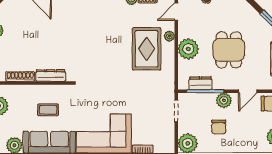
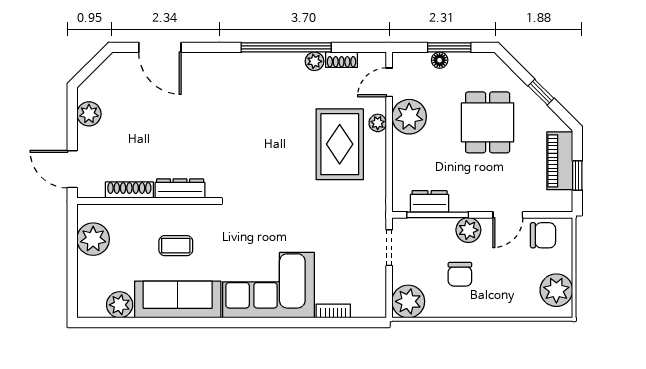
plant: (188, 49) -> (409, 117), moved
dining table: (229, 50) -> (488, 122), moved

